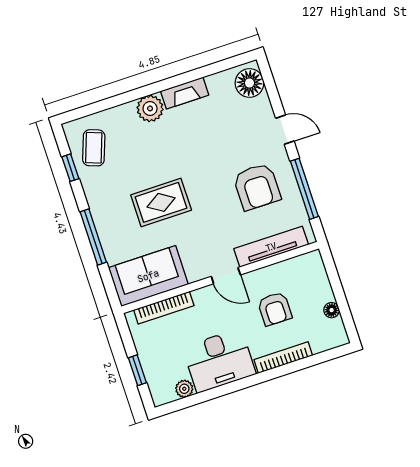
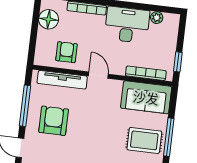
rug: (161, 202) -> (144, 140), moved
armchair: (275, 309) -> (66, 52), moved
floor lamp: (332, 310) -> (49, 19), width x1.89, depth x1.89
window: (137, 370) -> (178, 62), moved

